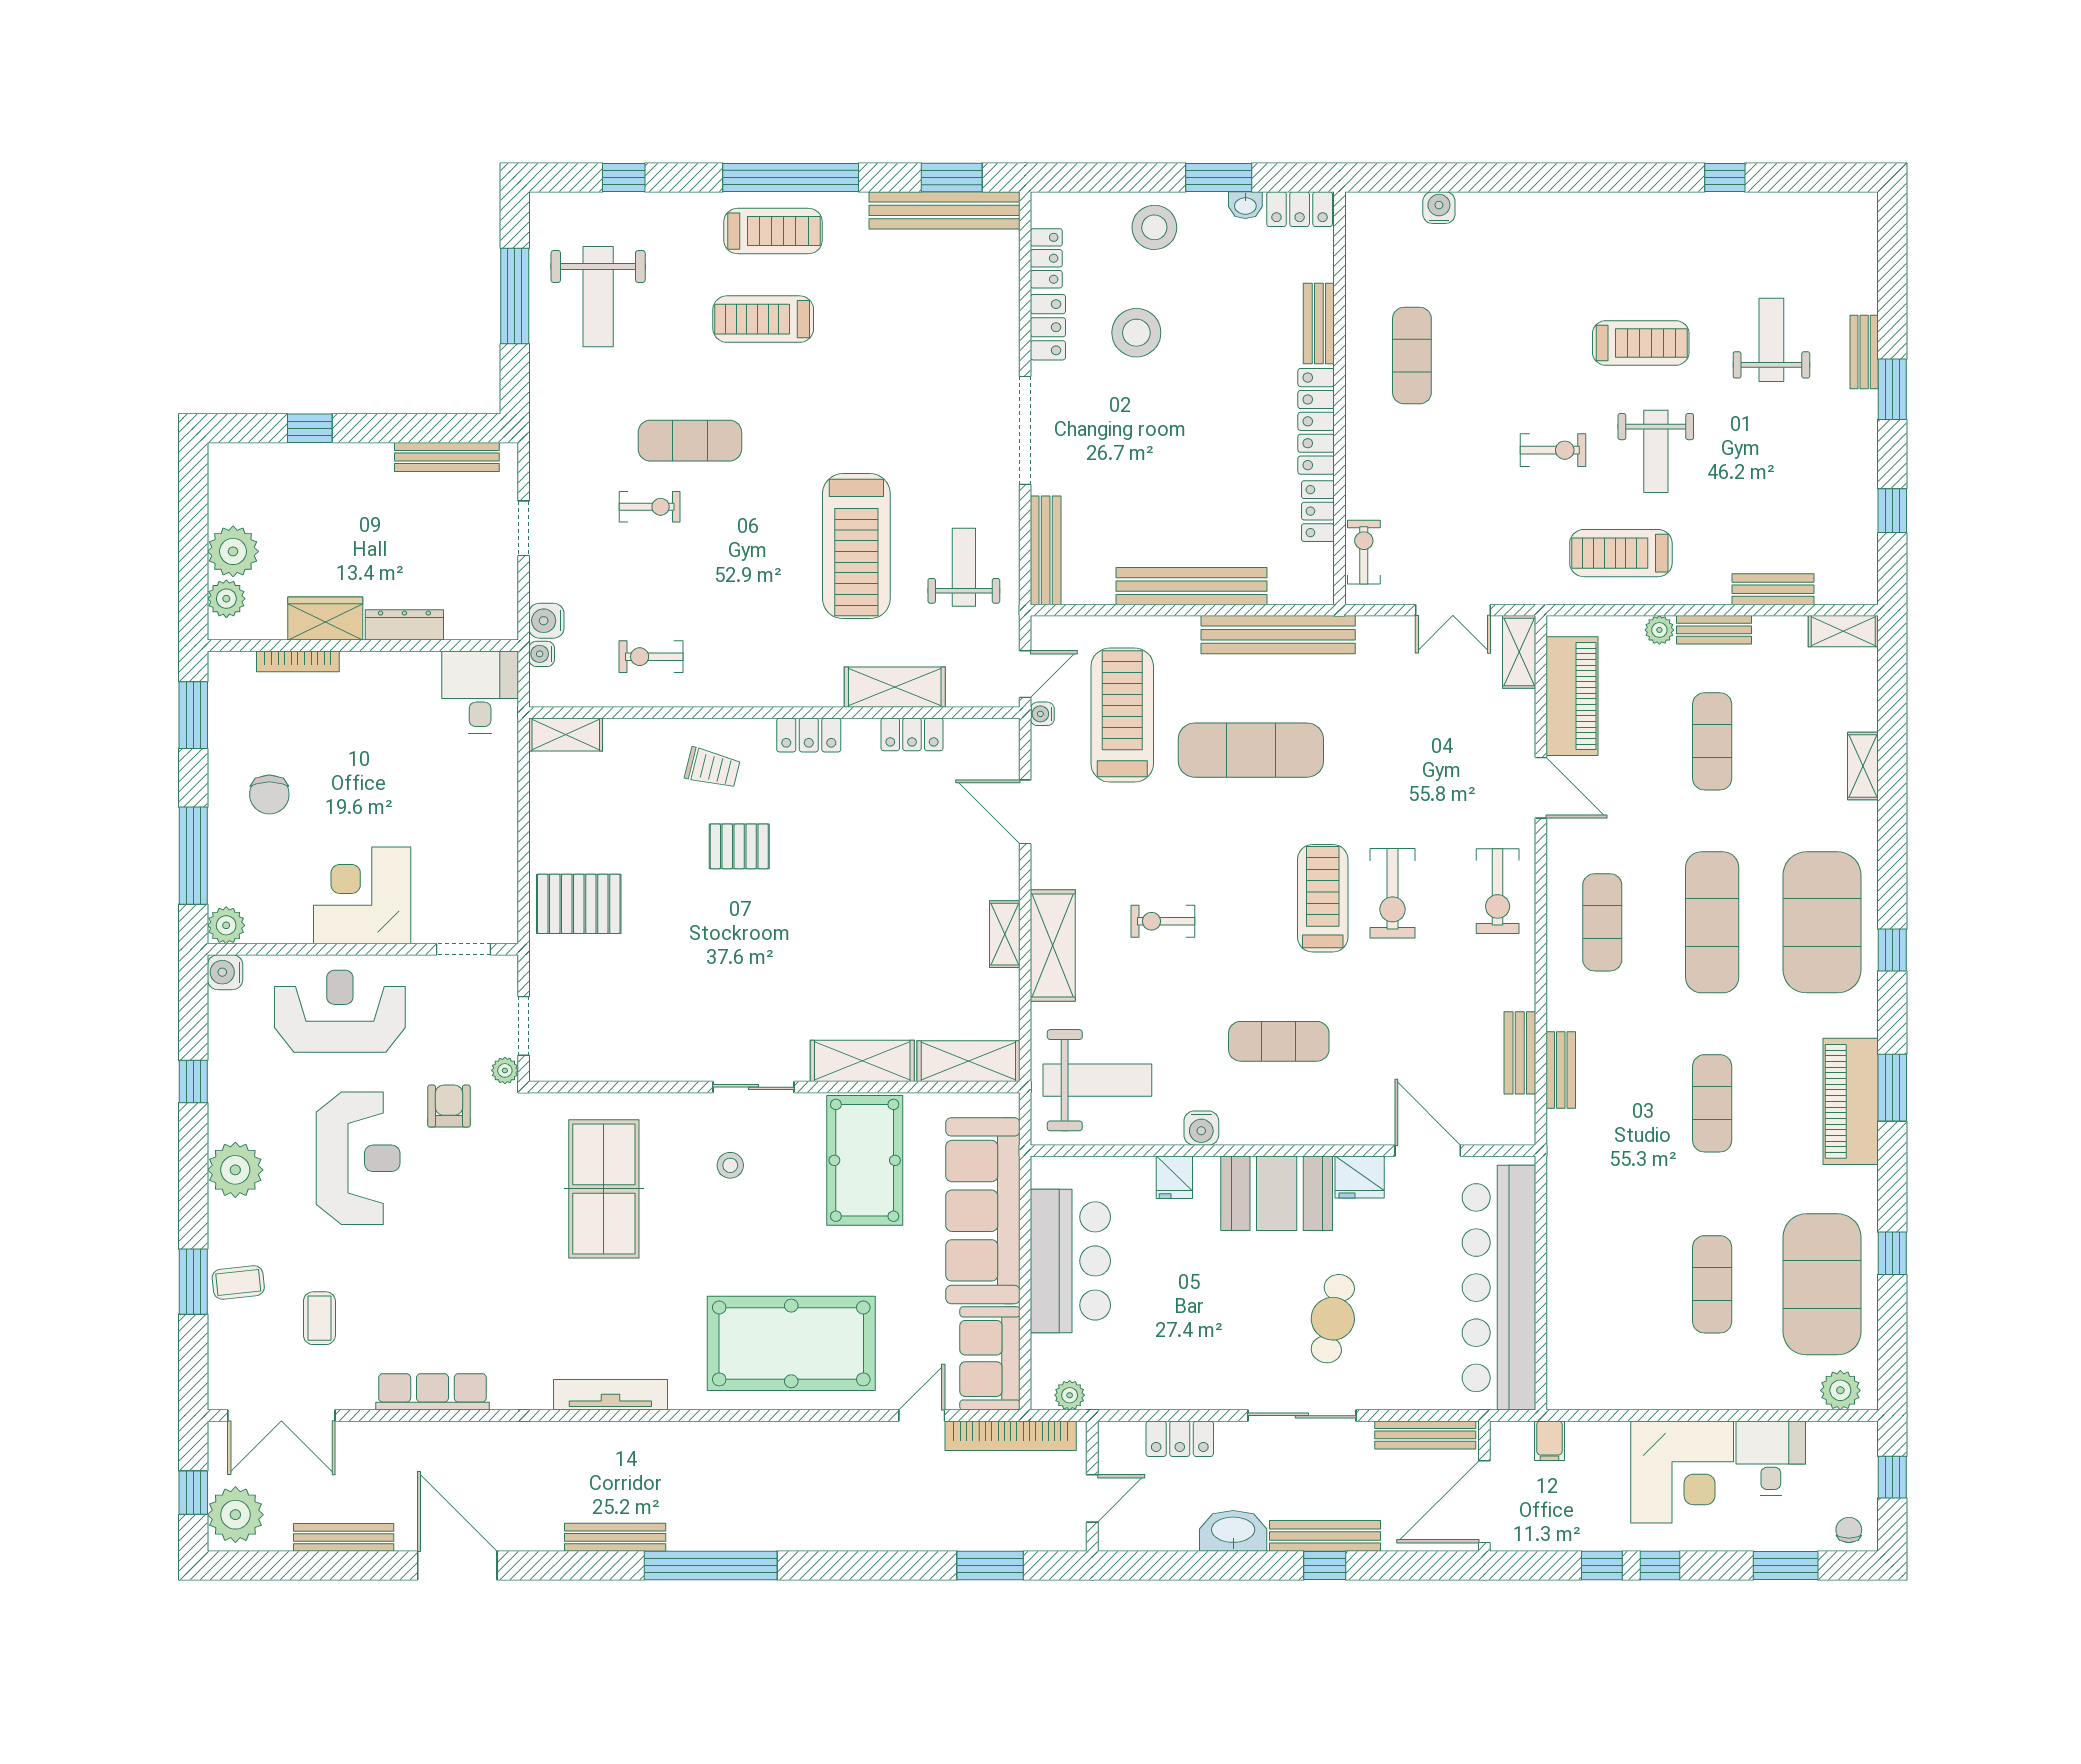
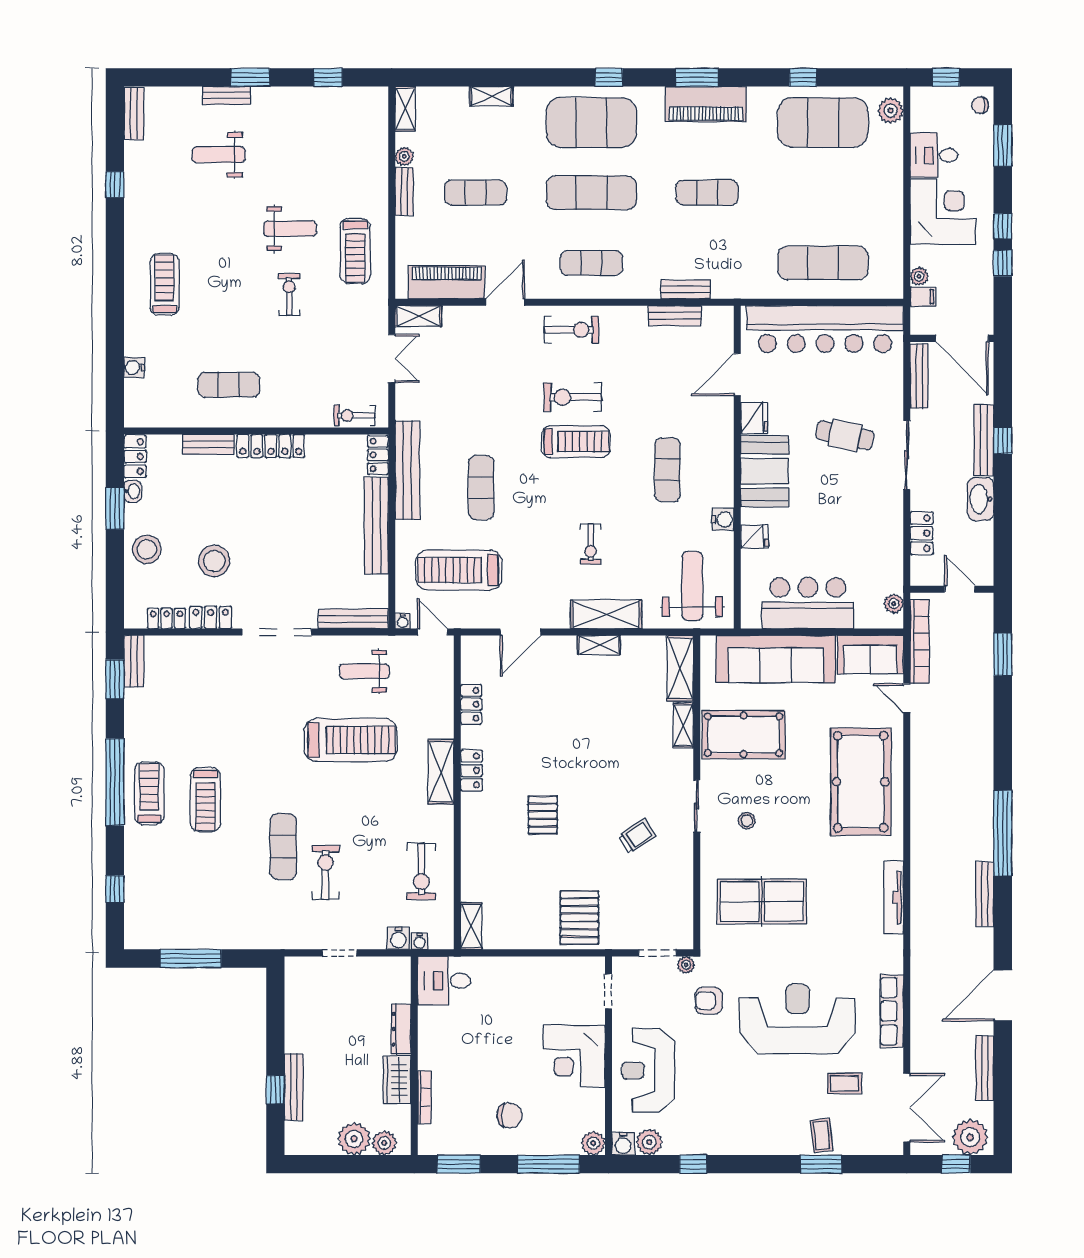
bench: (944, 210) -> (134, 661), width x0.54, depth x0.82
weight bench: (598, 297) -> (191, 905), removed
treadmill: (1641, 343) -> (165, 285), moved
bench: (447, 457) -> (294, 1087), moved
exercise bike: (650, 507) -> (326, 872), width x1.38, depth x1.39
locker: (1318, 511) -> (378, 455), moved, turned 90
bench: (1773, 589) -> (134, 114), moved
plant: (1659, 630) -> (404, 156), moved
exercise bike: (651, 657) -> (421, 871), width x1.38, depth x1.39
shelving: (895, 687) -> (441, 772), moved
water cooler: (1042, 714) -> (403, 621), moved
exercise mat: (1251, 750) -> (481, 488), width x0.73, depth x0.69
trolley: (712, 768) -> (637, 836), moved, turned 42
exercise bike: (1392, 893) -> (573, 397), turned 180
treadmill: (1323, 898) -> (576, 442), turned 180
shelving: (862, 1061) -> (683, 725), width x0.67, depth x0.75
reception desk: (358, 1158) -> (798, 1019), moved, width x1.36, depth x1.30
plant: (235, 1170) -> (649, 1142), moved, width x0.73, depth x0.73
exercise mat: (1712, 1284) -> (823, 263), moved, width x1.36, depth x1.45
plant: (1581, 1435) -> (919, 276), added

